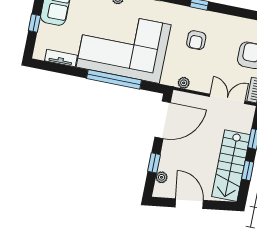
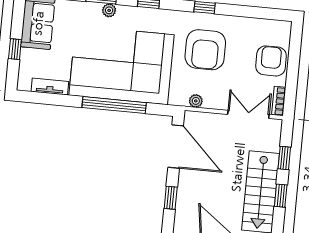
armchair: (196, 40) -> (205, 50), width x1.88, depth x1.88
door: (163, 120) -> (176, 146), hinge flipped
plant: (162, 177) -> (181, 214), removed

